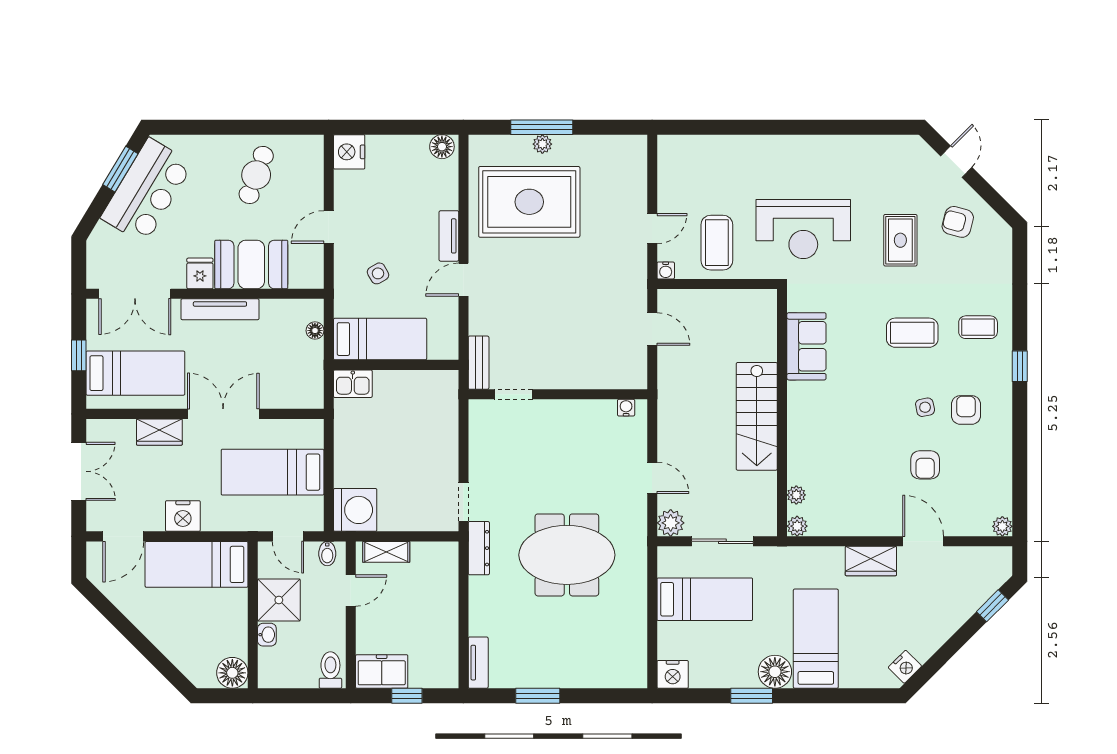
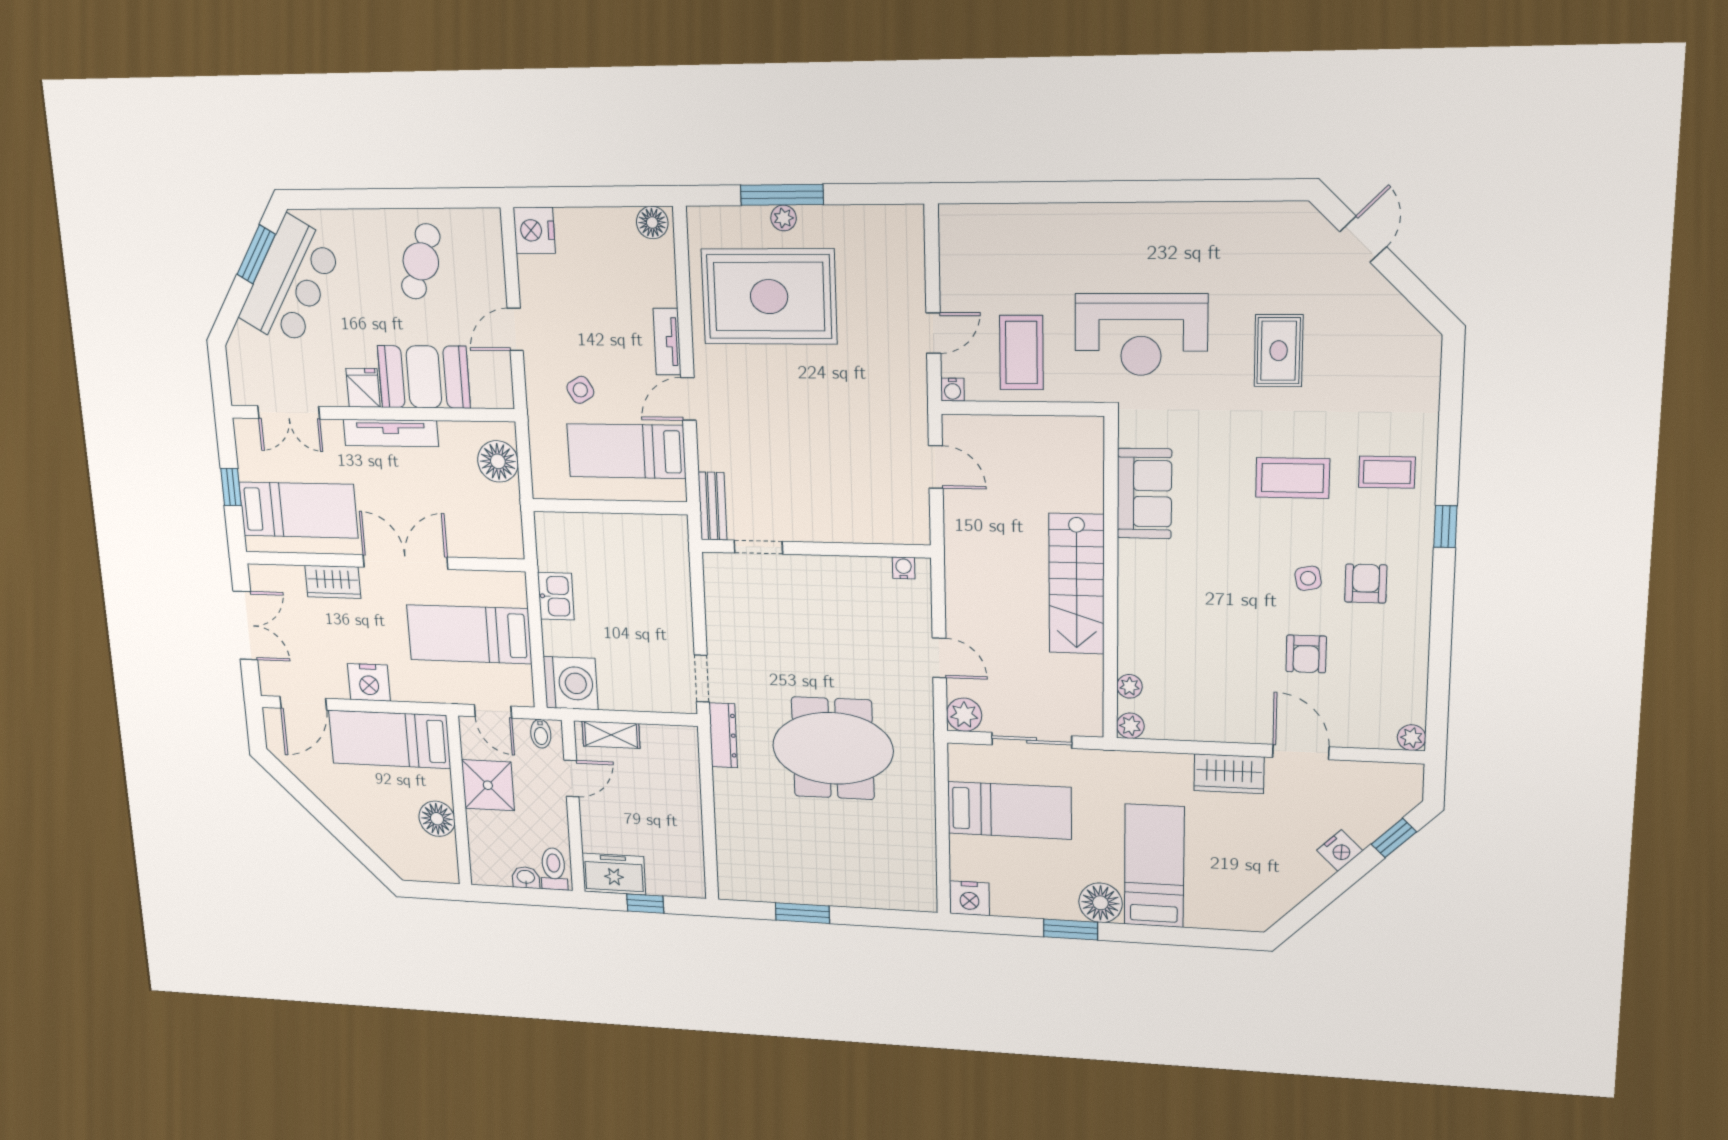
armchair: (958, 222) -> (1362, 325), removed
double door: (135, 294) -> (289, 412), width x0.73
floor lamp: (315, 331) -> (498, 461), width x1.89, depth x1.89
bed: (380, 339) -> (626, 451), moved, turned 180
kitchen sink: (353, 384) -> (556, 596), moved, turned -90
washbasin: (267, 635) -> (526, 877), moved, turned -90
tv unit: (478, 663) -> (729, 871), removed
nightstand: (905, 667) -> (1340, 851), moved
floor lamp: (232, 673) -> (437, 819), moved

